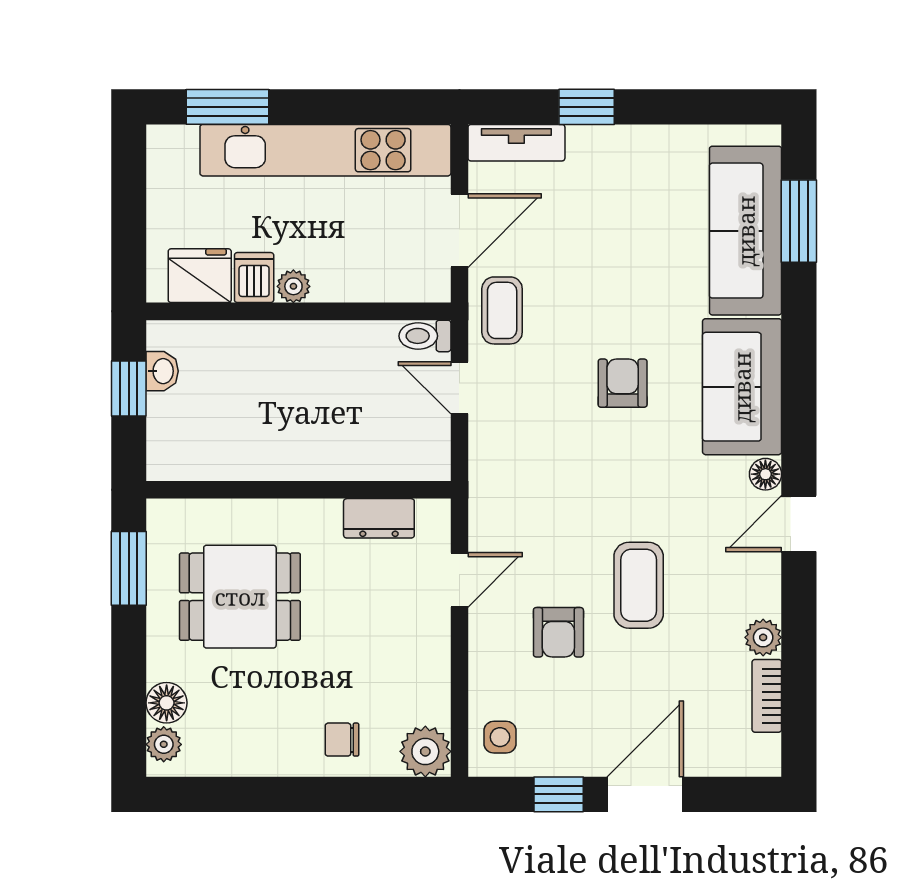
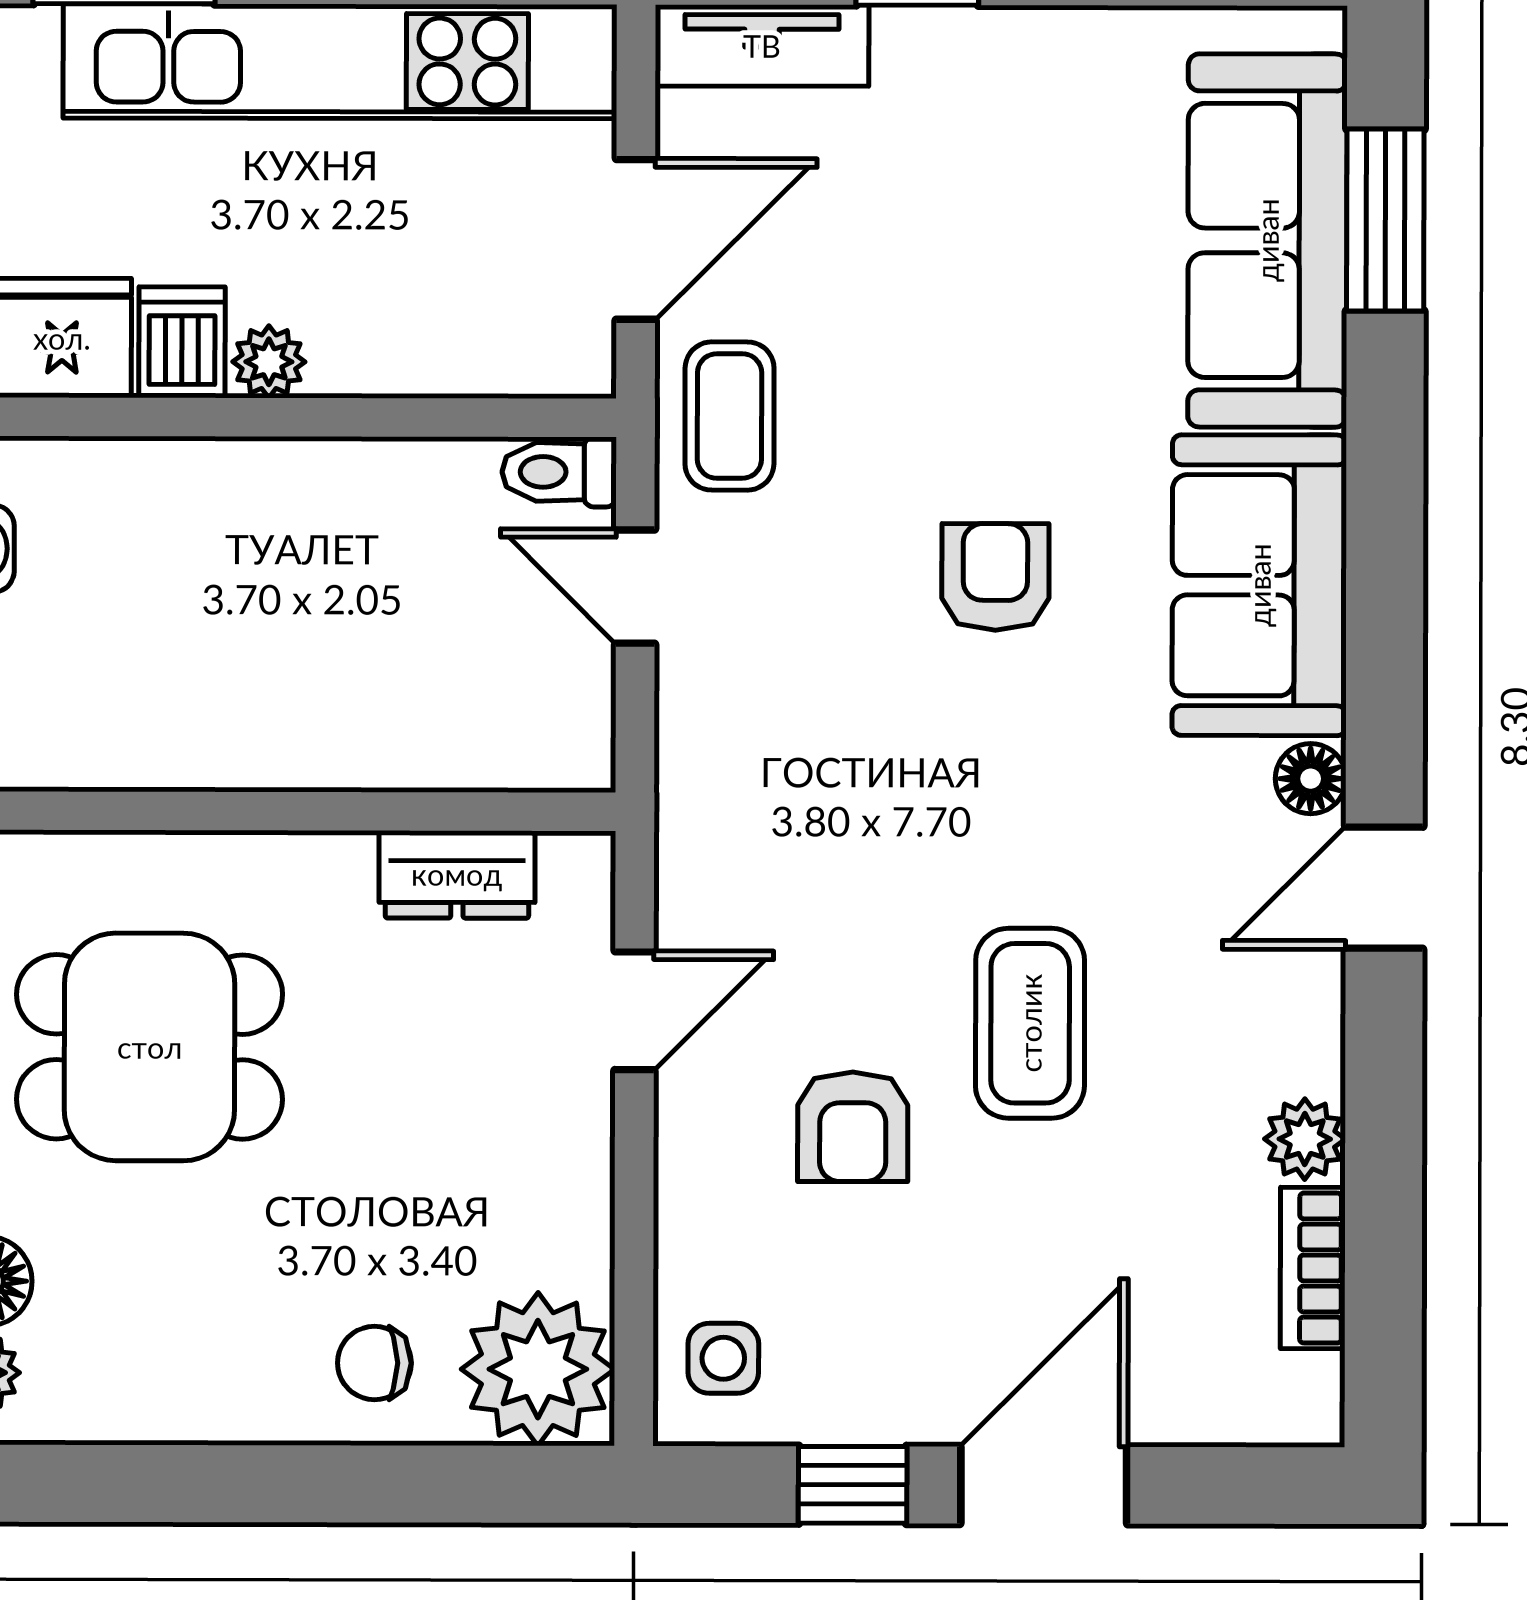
plant: (425, 751) -> (538, 1369), width x1.36, depth x1.36

